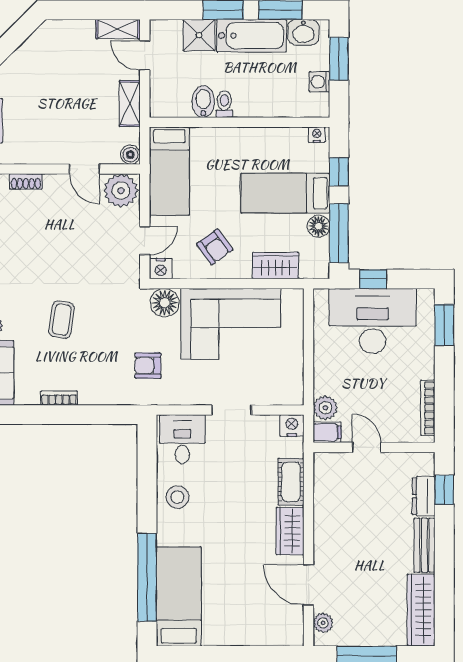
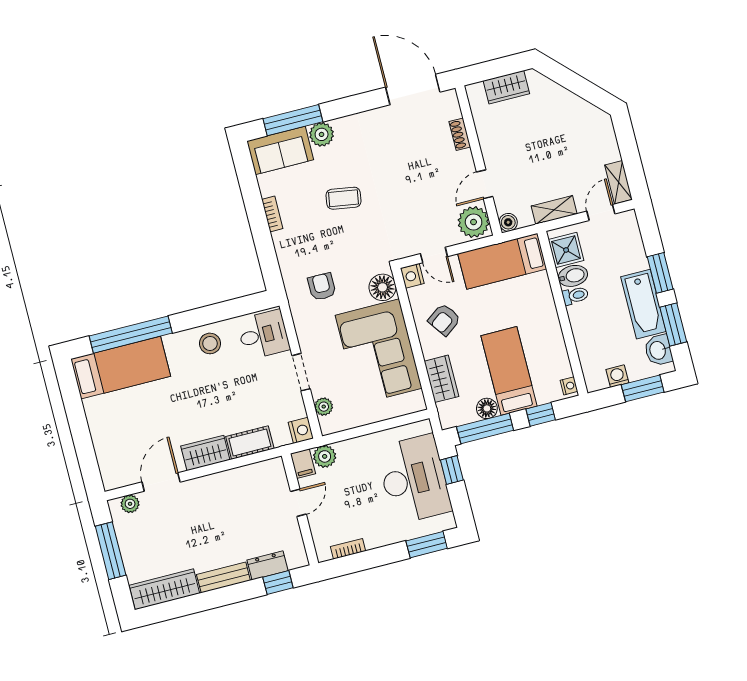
shower: (199, 35) -> (566, 250), moved
plant: (273, 396) -> (324, 407), added
bookcase: (428, 408) -> (348, 549), width x0.64

